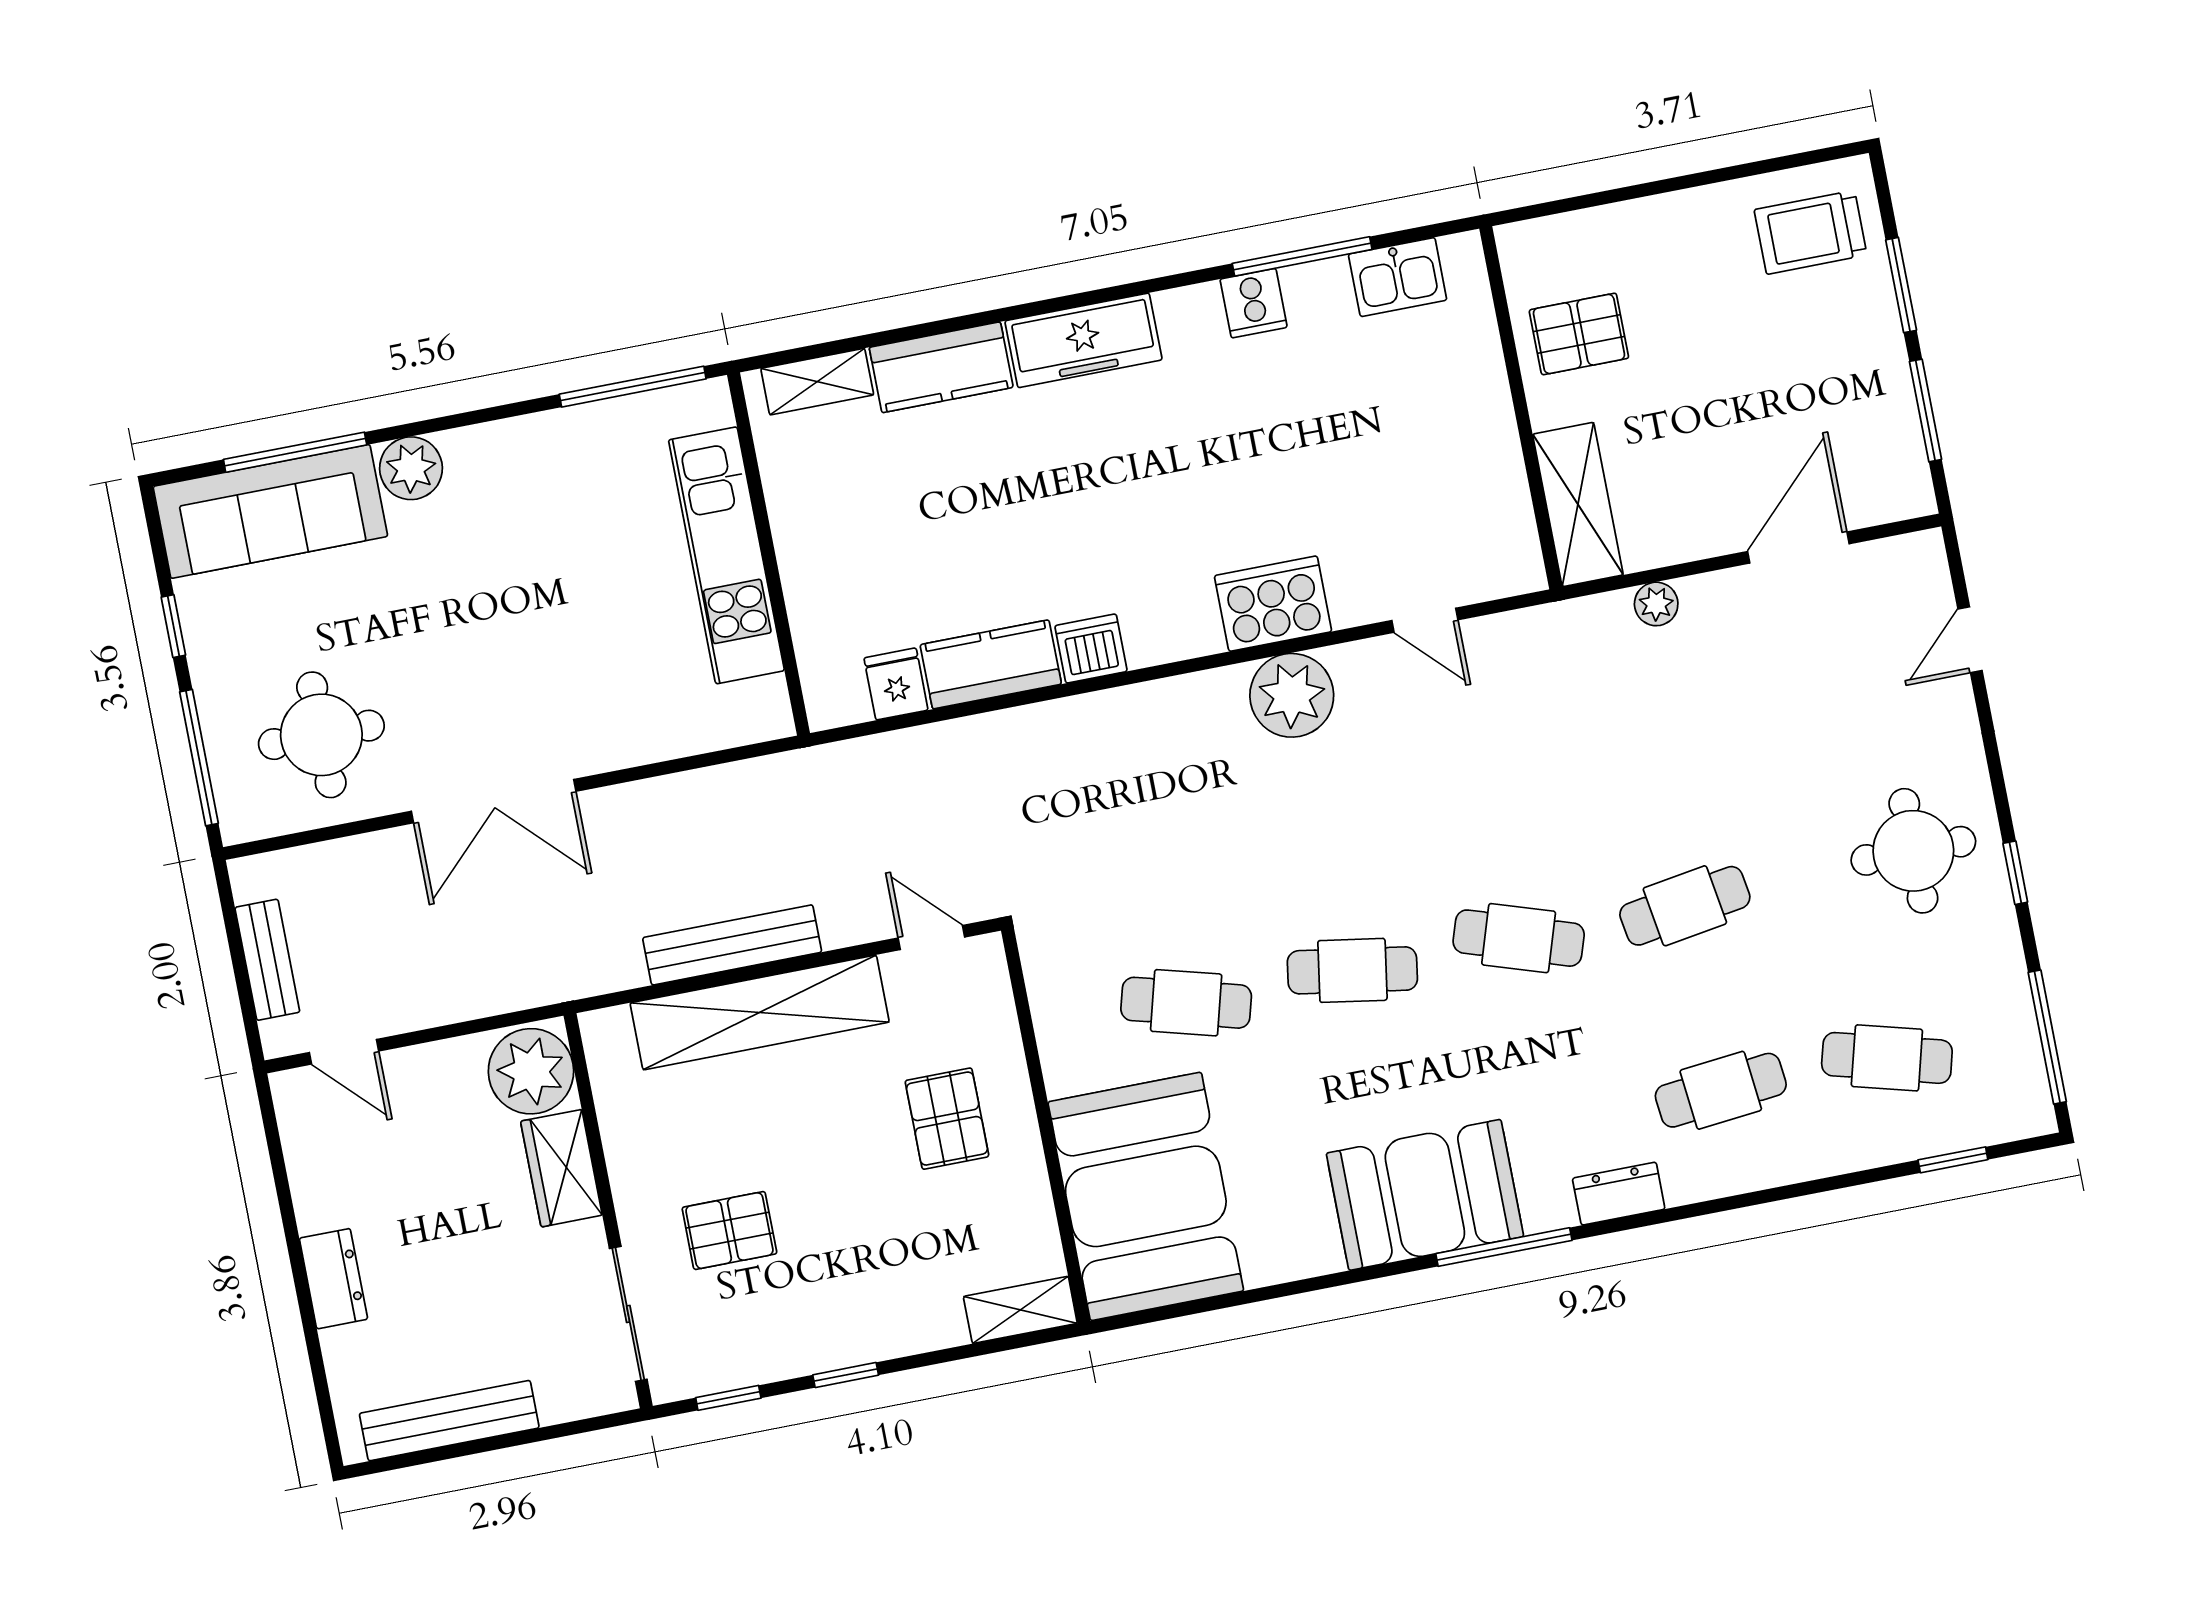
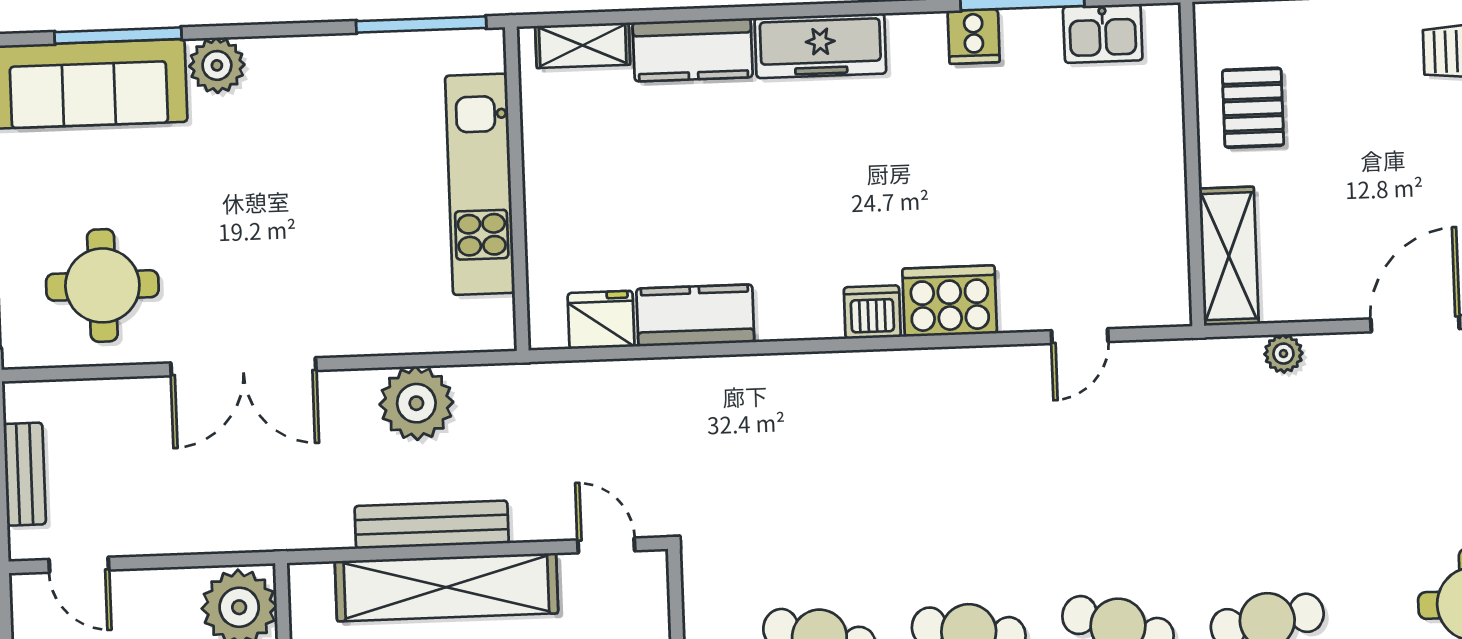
pallet: (1579, 334) -> (1253, 108), turned 90
door: (1425, 620) -> (1080, 336), hinge flipped
dishwasher: (1091, 649) -> (872, 312), moved
fridge: (896, 684) -> (601, 320), width x1.38
plant: (1292, 695) -> (416, 403), moved

